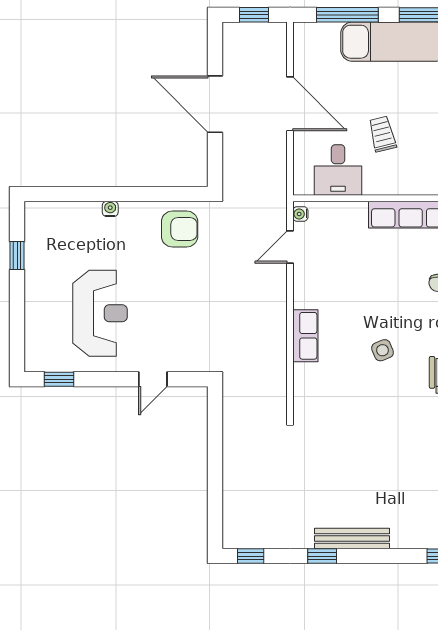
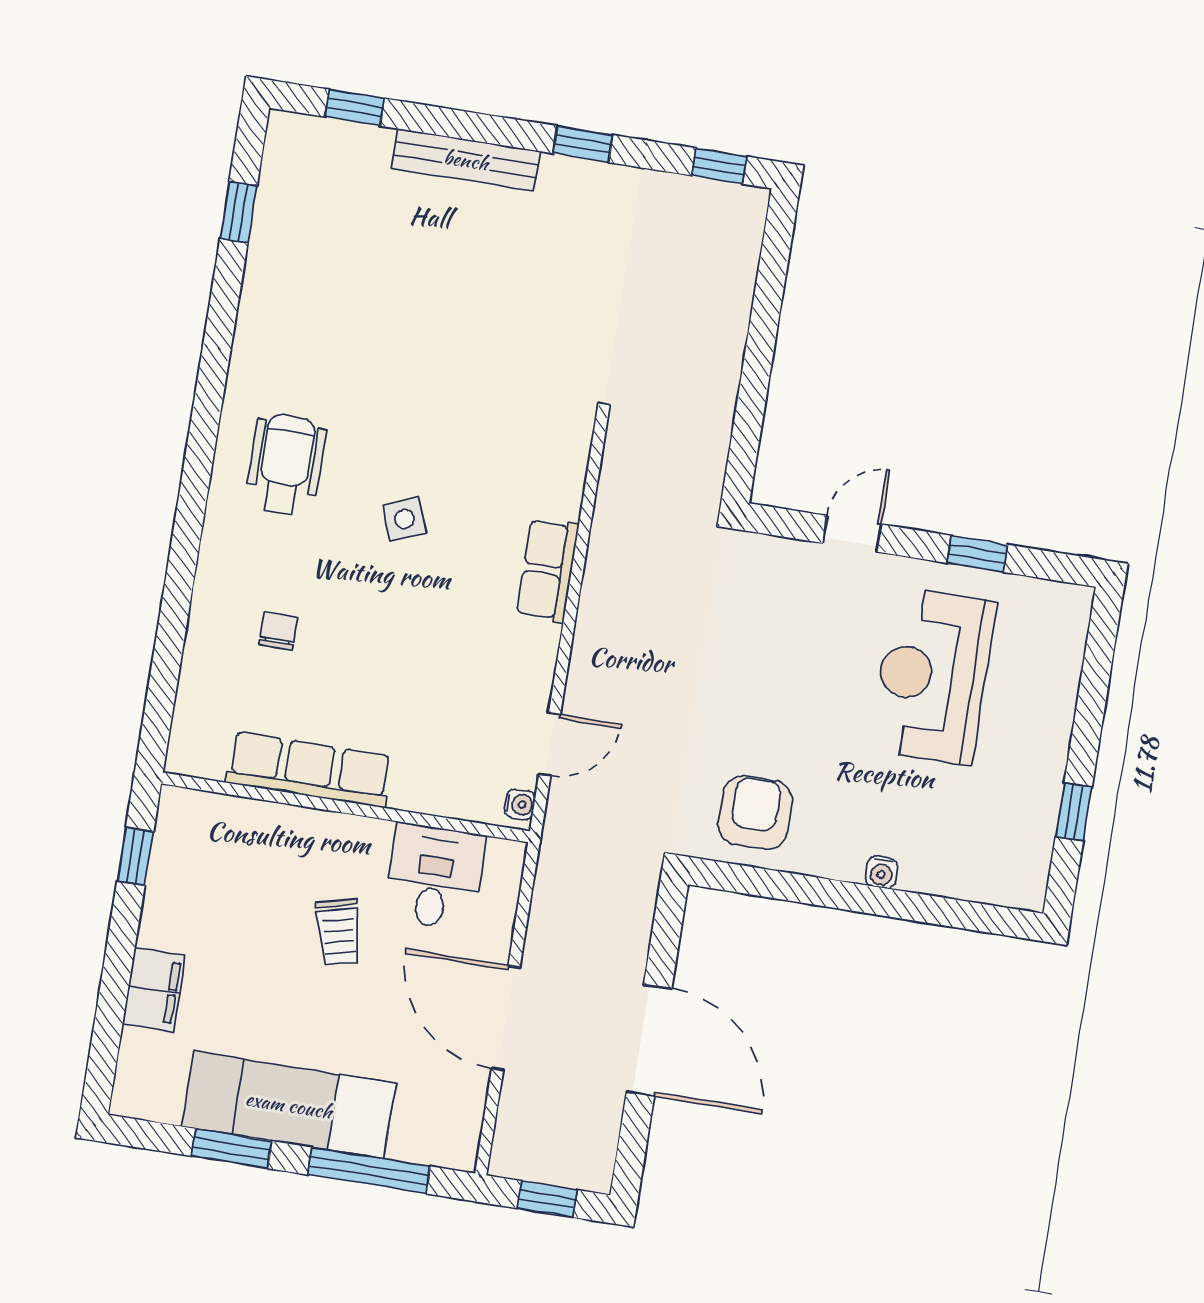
armchair: (180, 229) -> (755, 813), turned 90
window: (59, 379) -> (977, 554), moved
bench: (352, 539) -> (466, 160), moved

